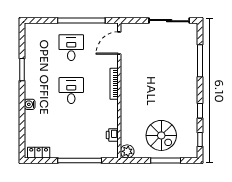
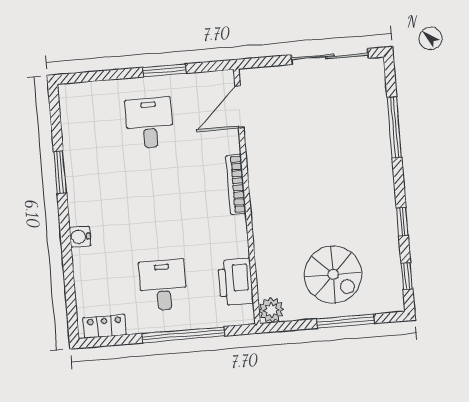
window: (81, 21) -> (164, 70), width x0.47
desk: (71, 91) -> (163, 285), moved
printer: (112, 135) -> (235, 282), width x1.87, depth x1.48

